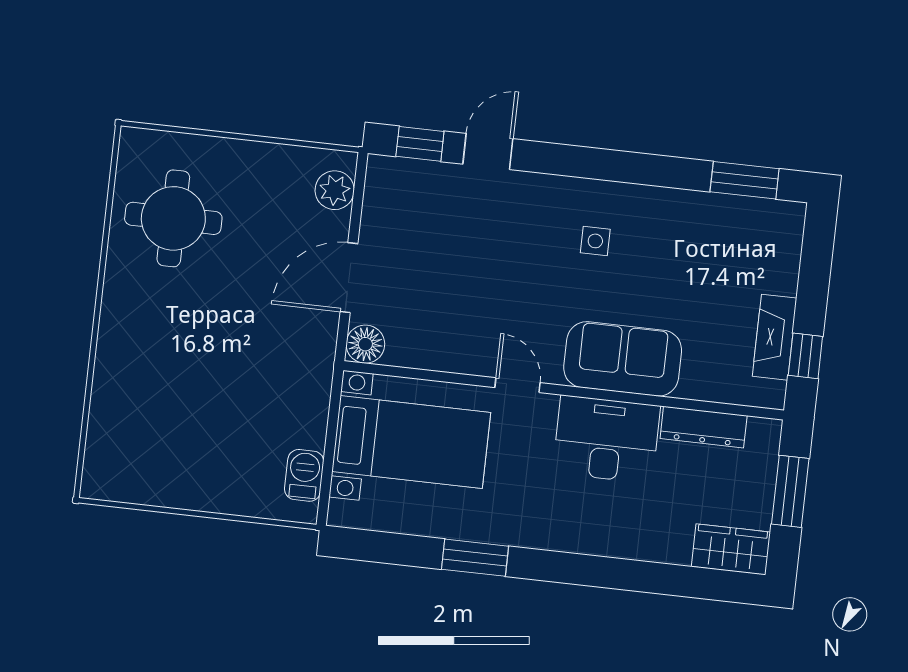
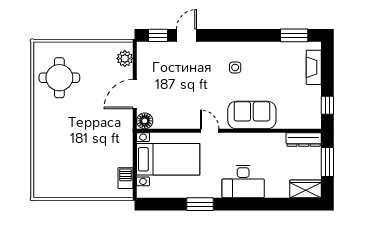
fireplace: (775, 337) -> (314, 67), moved
dresser: (704, 427) -> (304, 139), moved
desk: (606, 439) -> (243, 181), moved, turned 180

